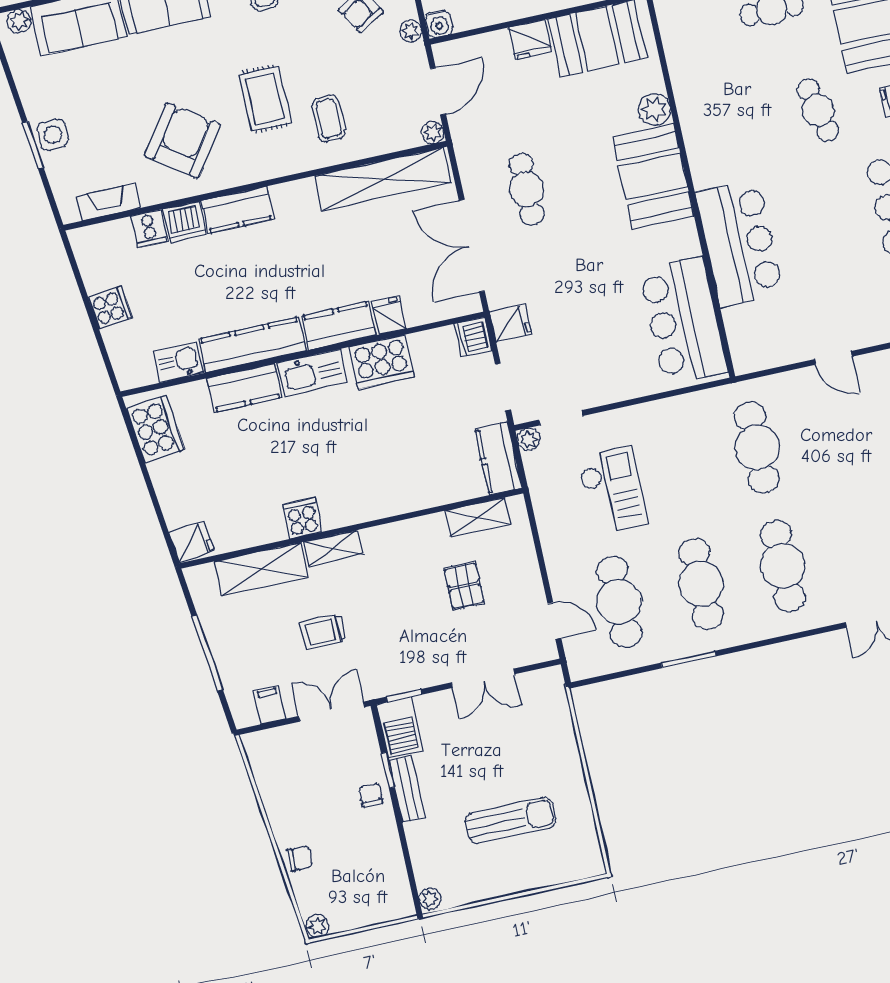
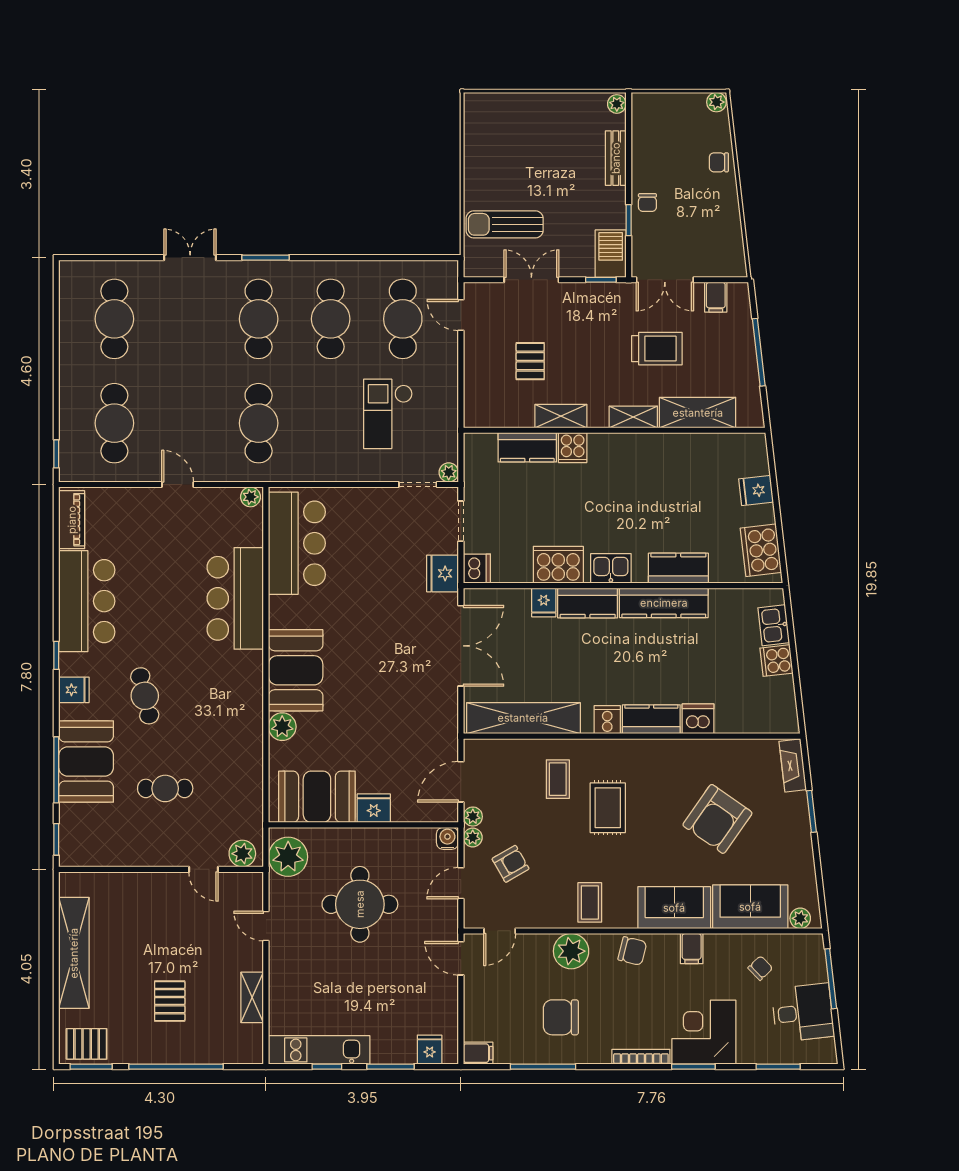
plant: (433, 132) -> (473, 817), moved
side table: (53, 135) -> (793, 817), removed
armchair: (182, 140) -> (717, 819), moved
cafe table: (527, 189) -> (404, 683), removed
fireplace: (108, 202) -> (793, 765), moved, turned 83
cooker: (149, 229) -> (607, 720), moved
fridge: (511, 323) -> (443, 573), width x1.38
kitchen sink: (178, 362) -> (774, 625), moved, turned 83
plant: (748, 362) -> (250, 497), added
kitchen sink: (312, 373) -> (611, 568), width x0.73
kitchen counter: (498, 458) -> (527, 447), moved, turned 90
shelving: (478, 517) -> (561, 416), moved
cooker: (302, 518) -> (573, 448), moved
fridge: (192, 542) -> (756, 491), moved
trolley: (324, 632) -> (657, 349), width x1.36, depth x1.39
window: (689, 660) -> (265, 258), moved
bench: (407, 789) -> (616, 158), moved
sun lounger: (510, 820) -> (505, 224), moved

